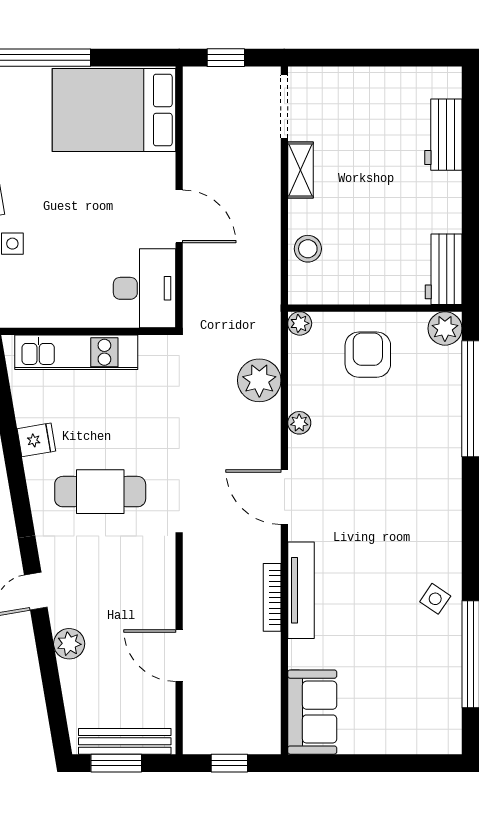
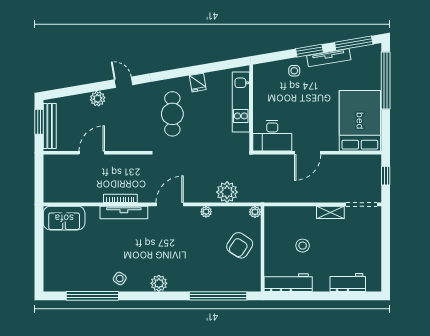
stool: (308, 249) -> (303, 246), moved
workbench: (444, 269) -> (288, 283), width x1.38
plant: (445, 328) -> (159, 283), moved
armchair: (368, 355) -> (240, 245), turned 123
window: (229, 763) -> (39, 177), removed

